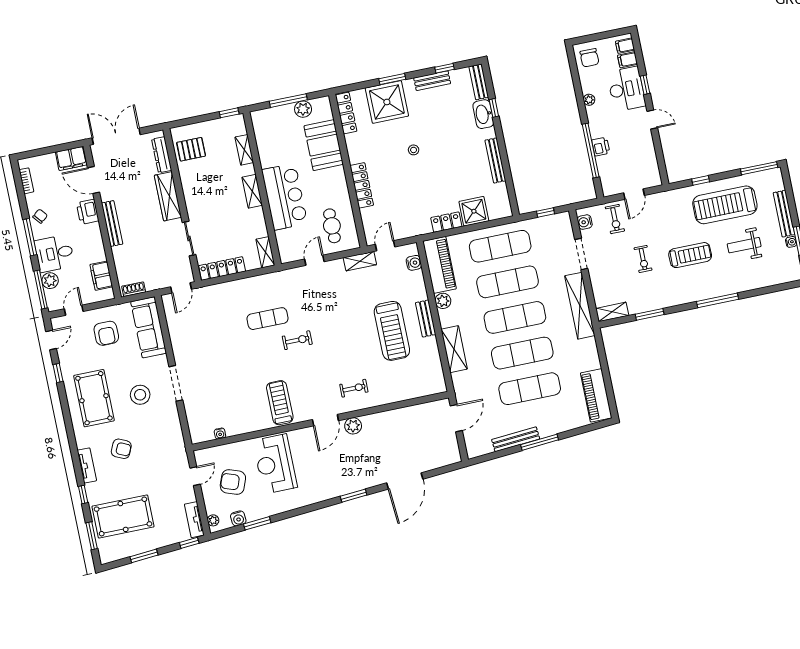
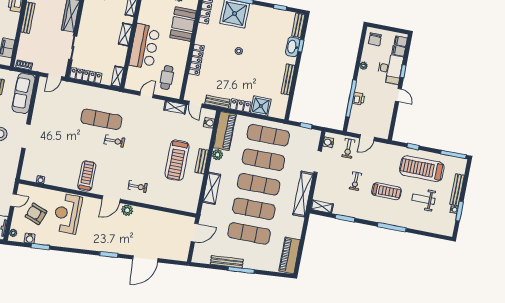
bench: (432, 81) -> (217, 102), moved
door: (385, 246) -> (195, 104), swing flipped
exercise mat: (268, 319) -> (101, 119), width x1.36, depth x1.45

